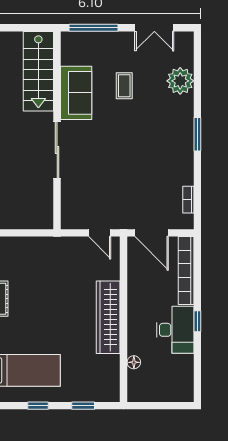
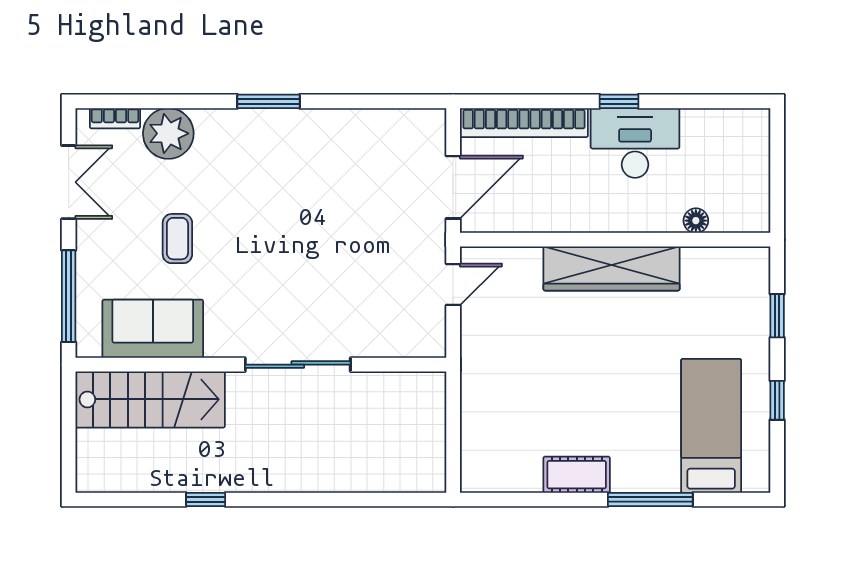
coffee table: (124, 86) -> (177, 239), turned 90
sofa: (76, 93) -> (153, 329), moved
bookcase: (188, 200) -> (115, 118), moved

